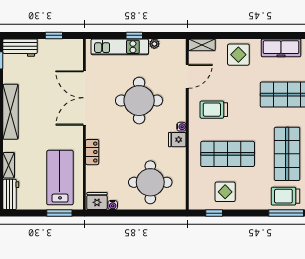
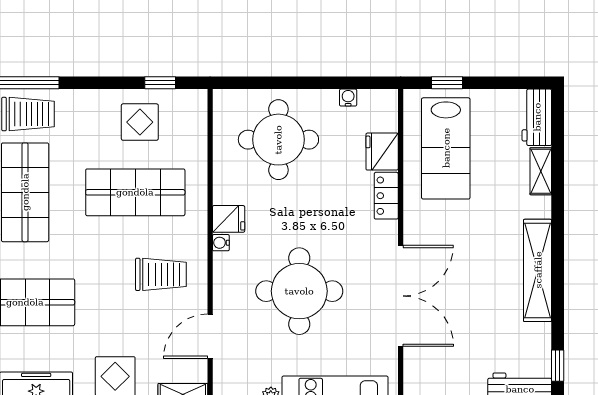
fridge: (97, 201) -> (382, 152), moved, turned 90
window: (59, 213) -> (447, 83), width x0.67

